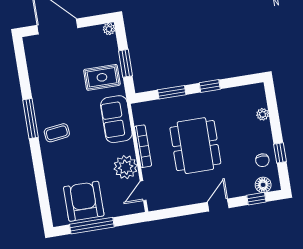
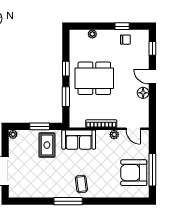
dining table: (195, 146) -> (94, 78), moved
plant: (126, 167) -> (114, 135), width x0.53, depth x0.53
floor lamp: (263, 185) -> (143, 93), moved

